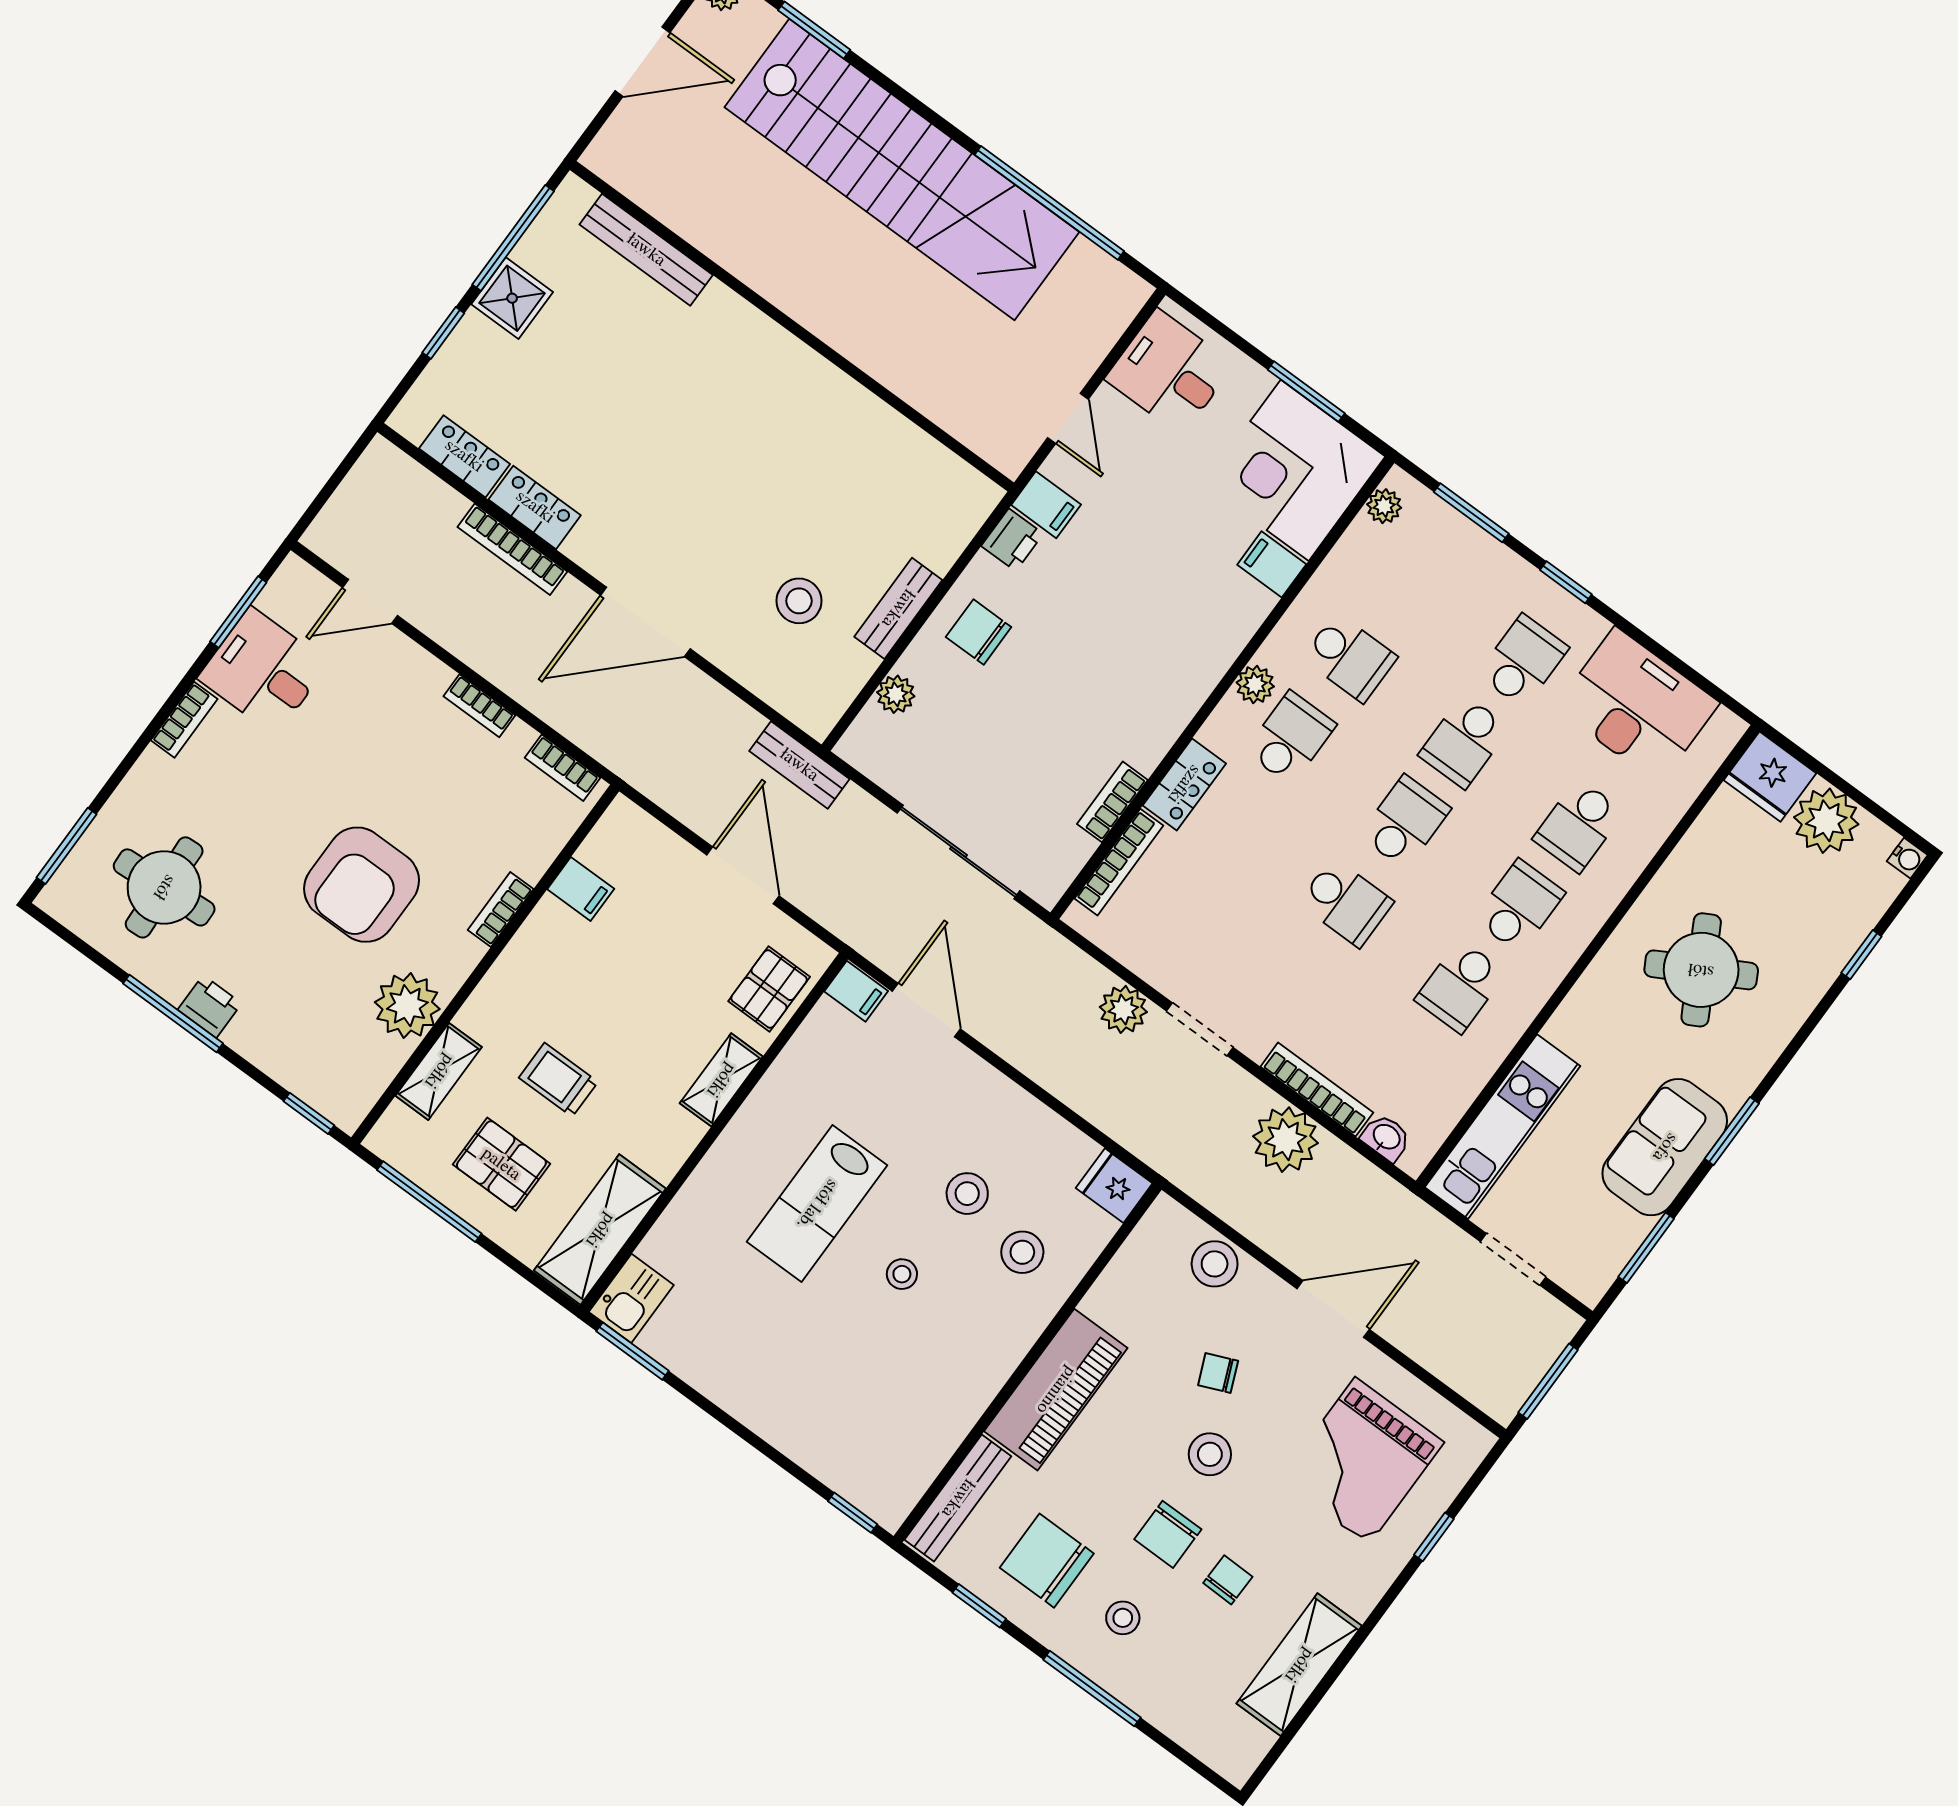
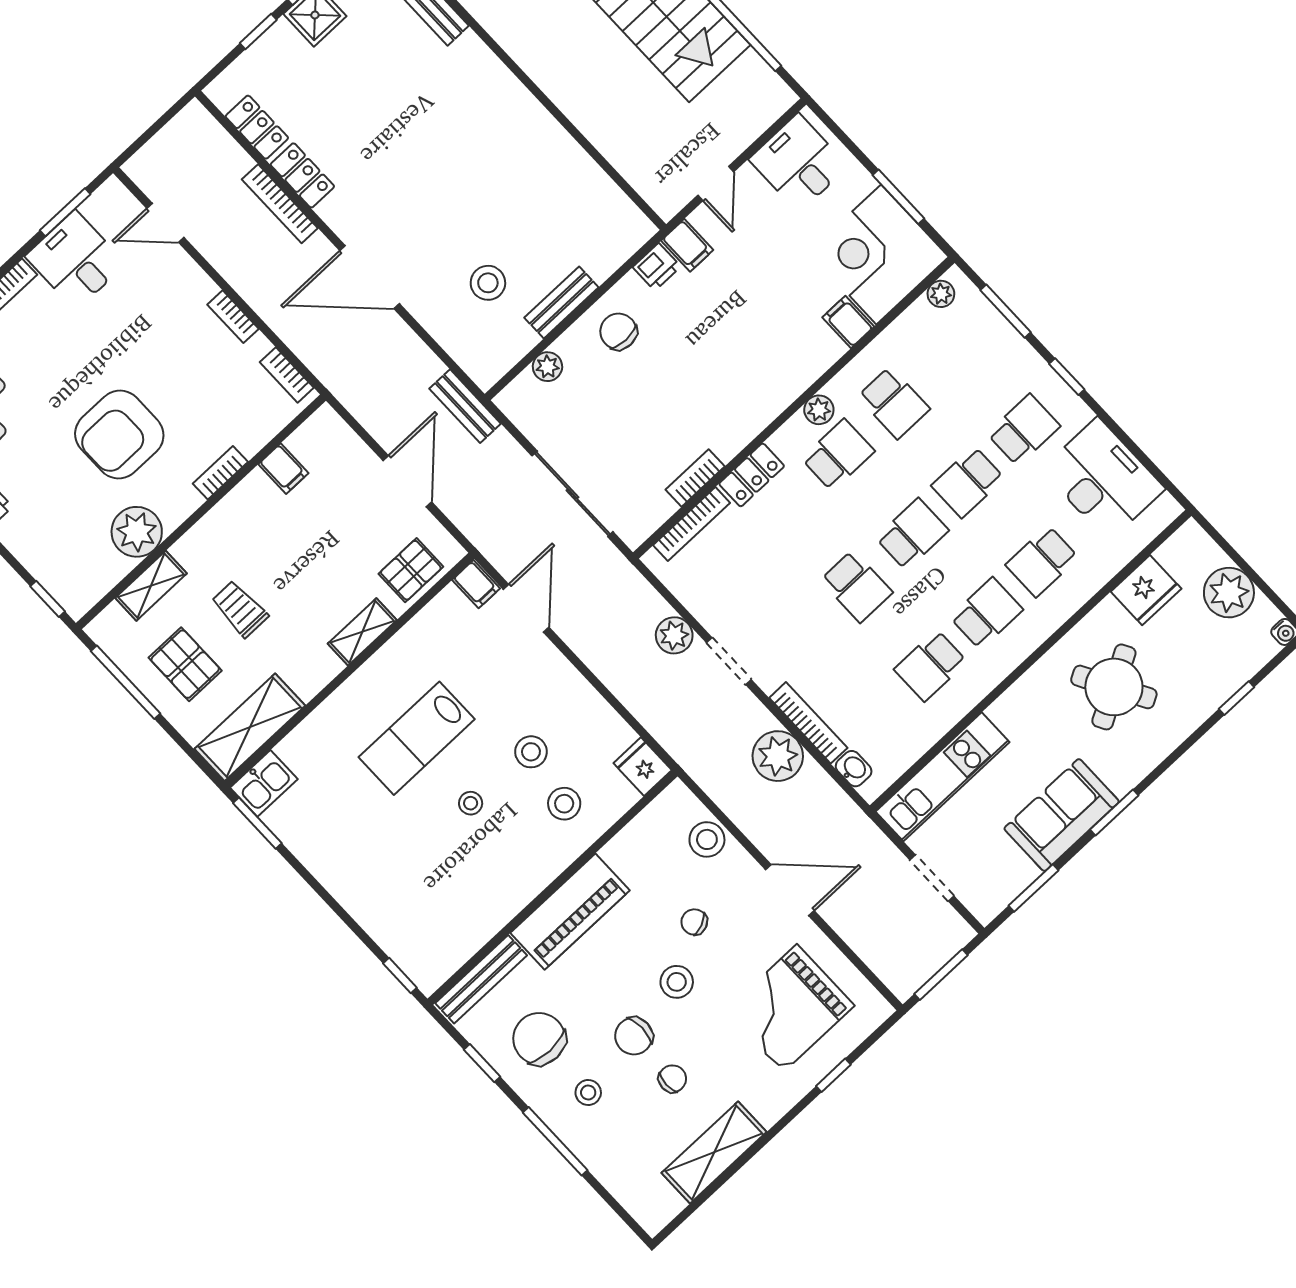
fridge: (1770, 777) -> (1146, 590), moved, turned -90

